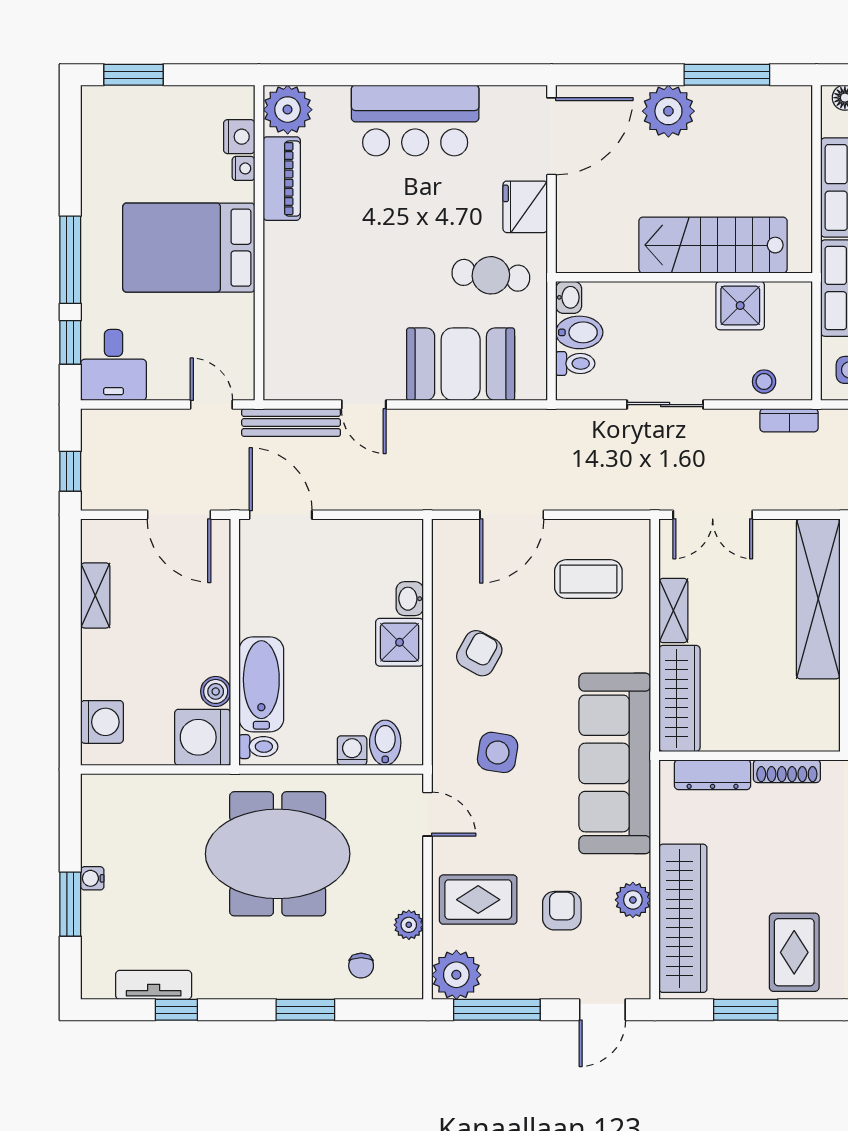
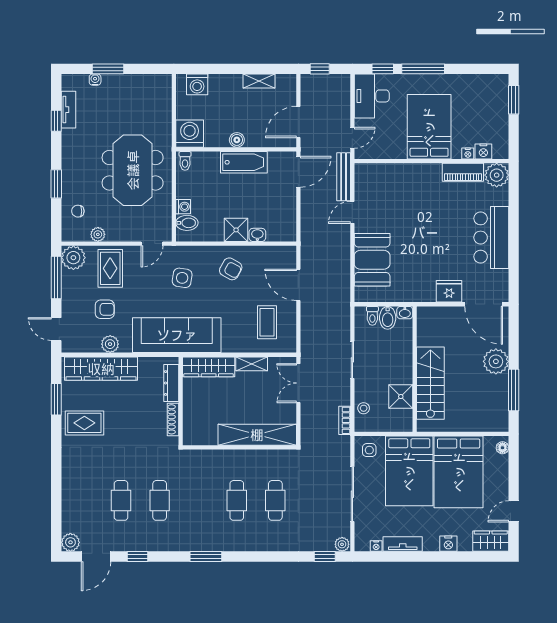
cafe table: (491, 275) -> (416, 275), removed
desk: (113, 365) -> (372, 96), width x1.37
bathtub: (261, 684) -> (244, 162), moved
boiler: (216, 691) -> (237, 140), moved
water cooler: (92, 878) -> (95, 80), moved

